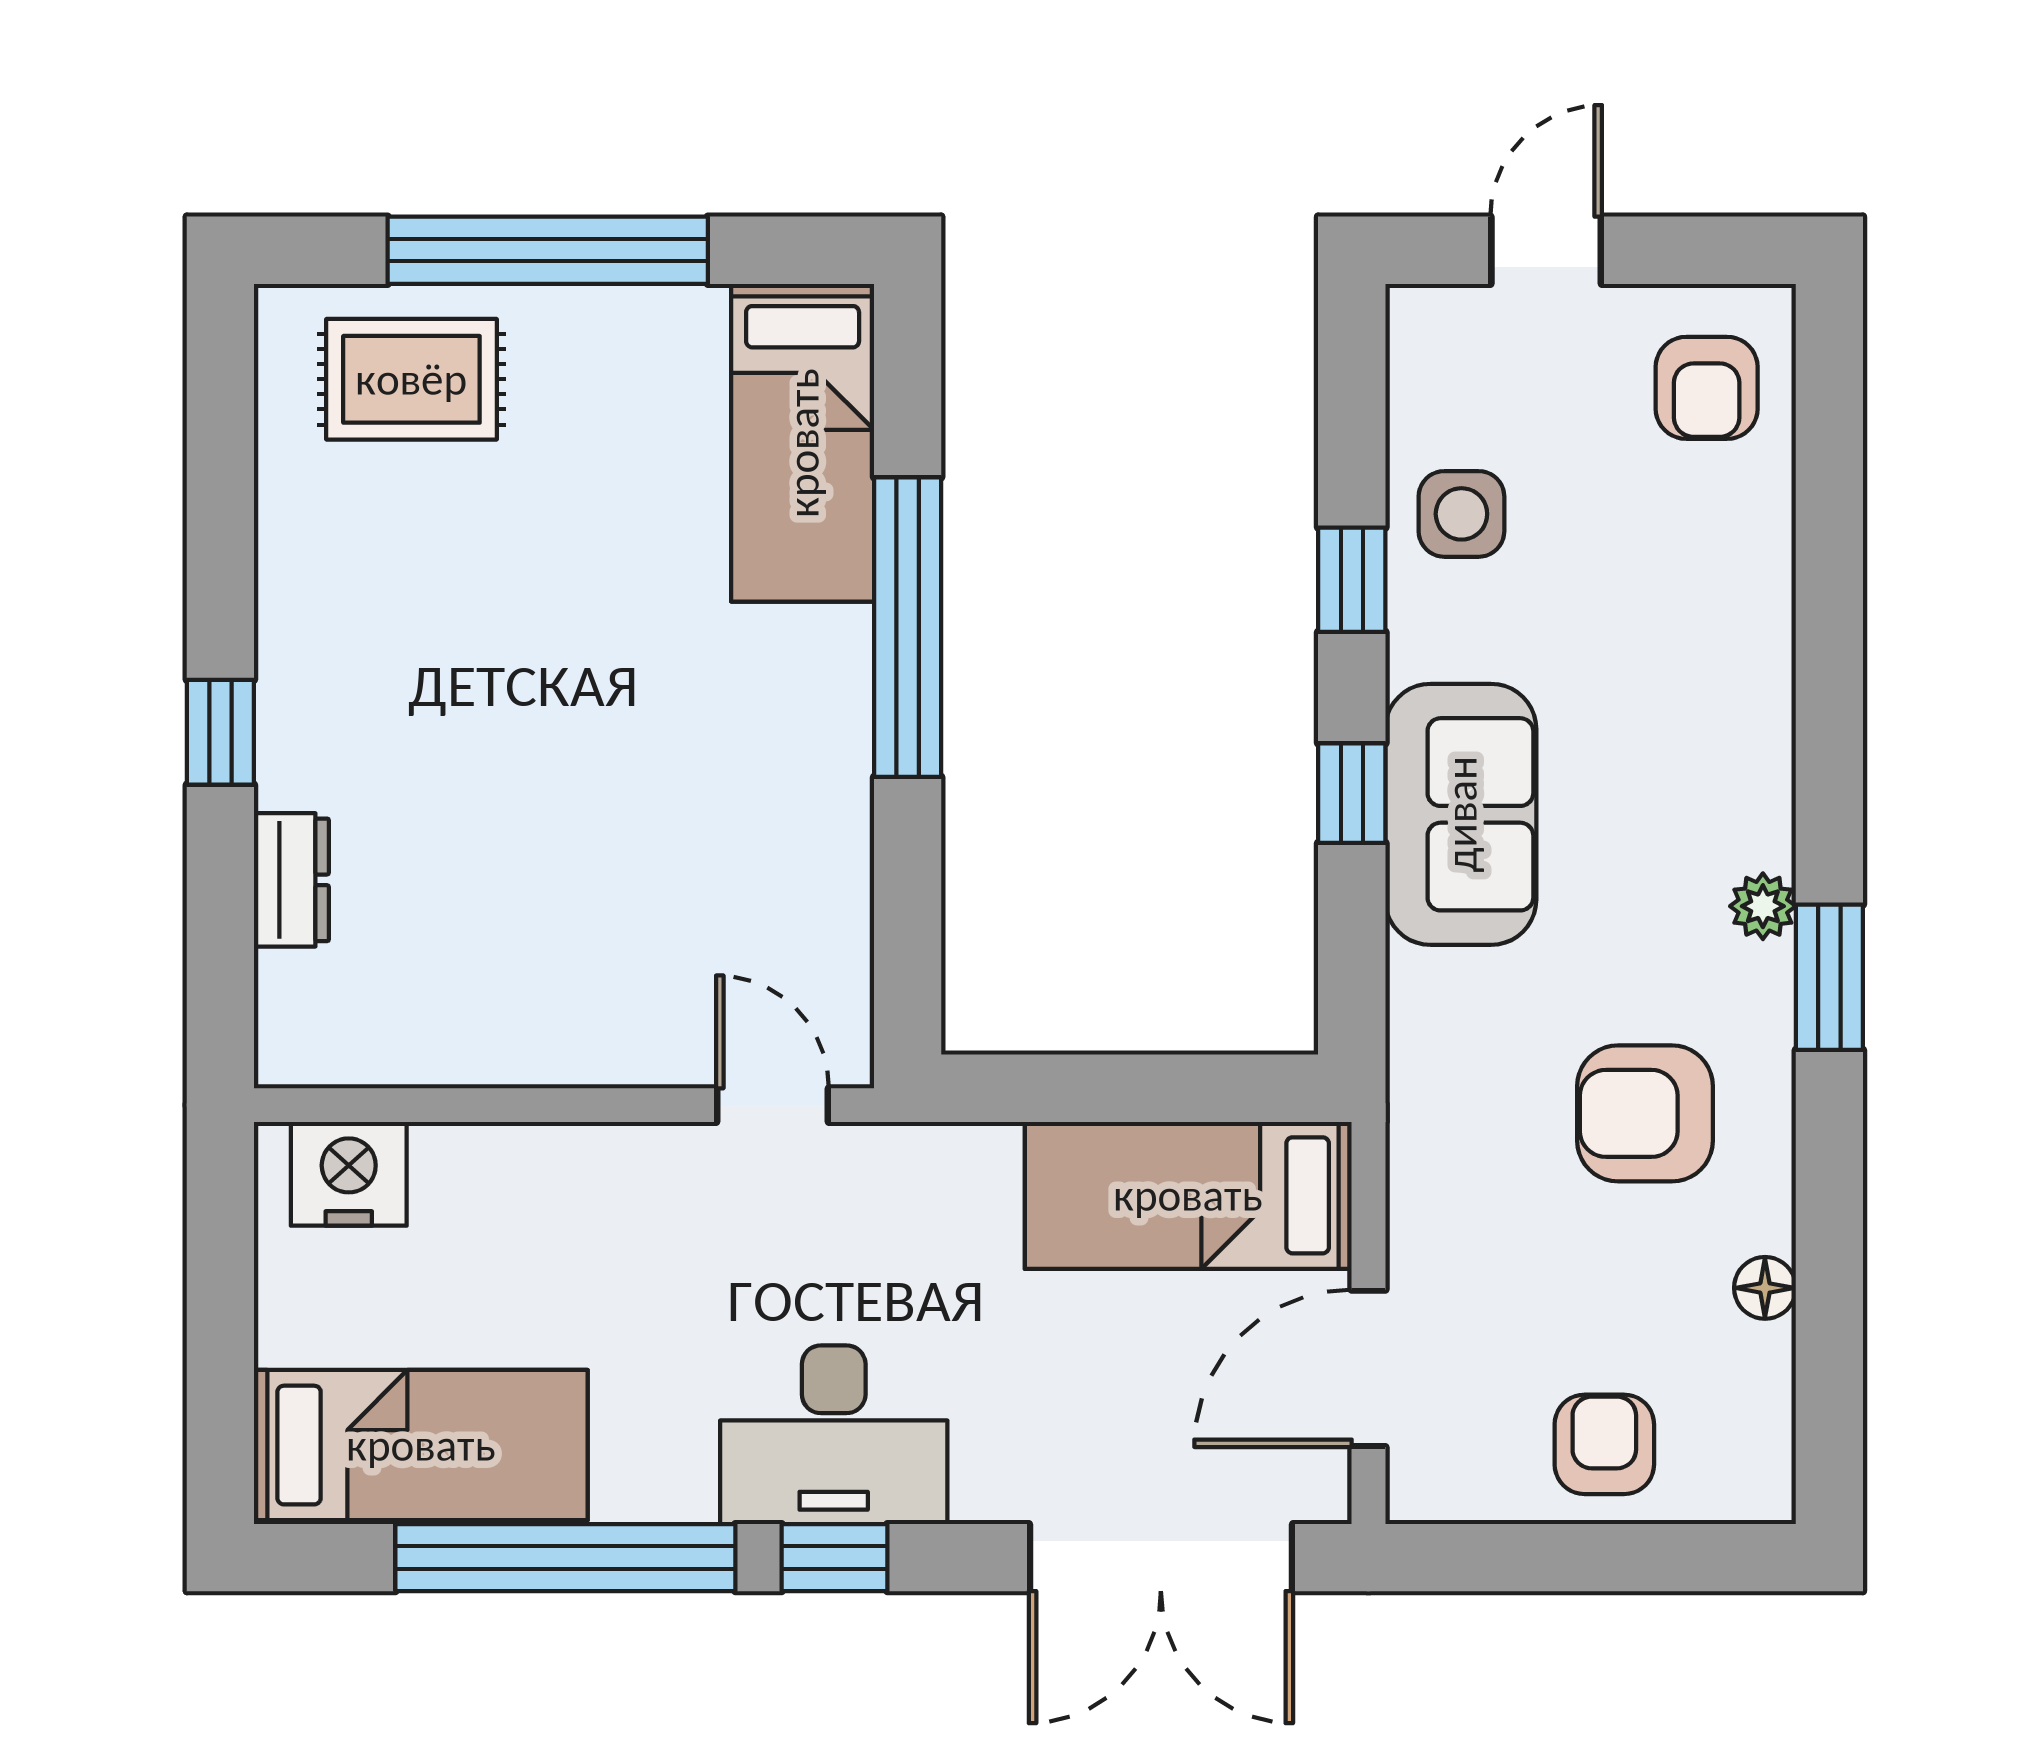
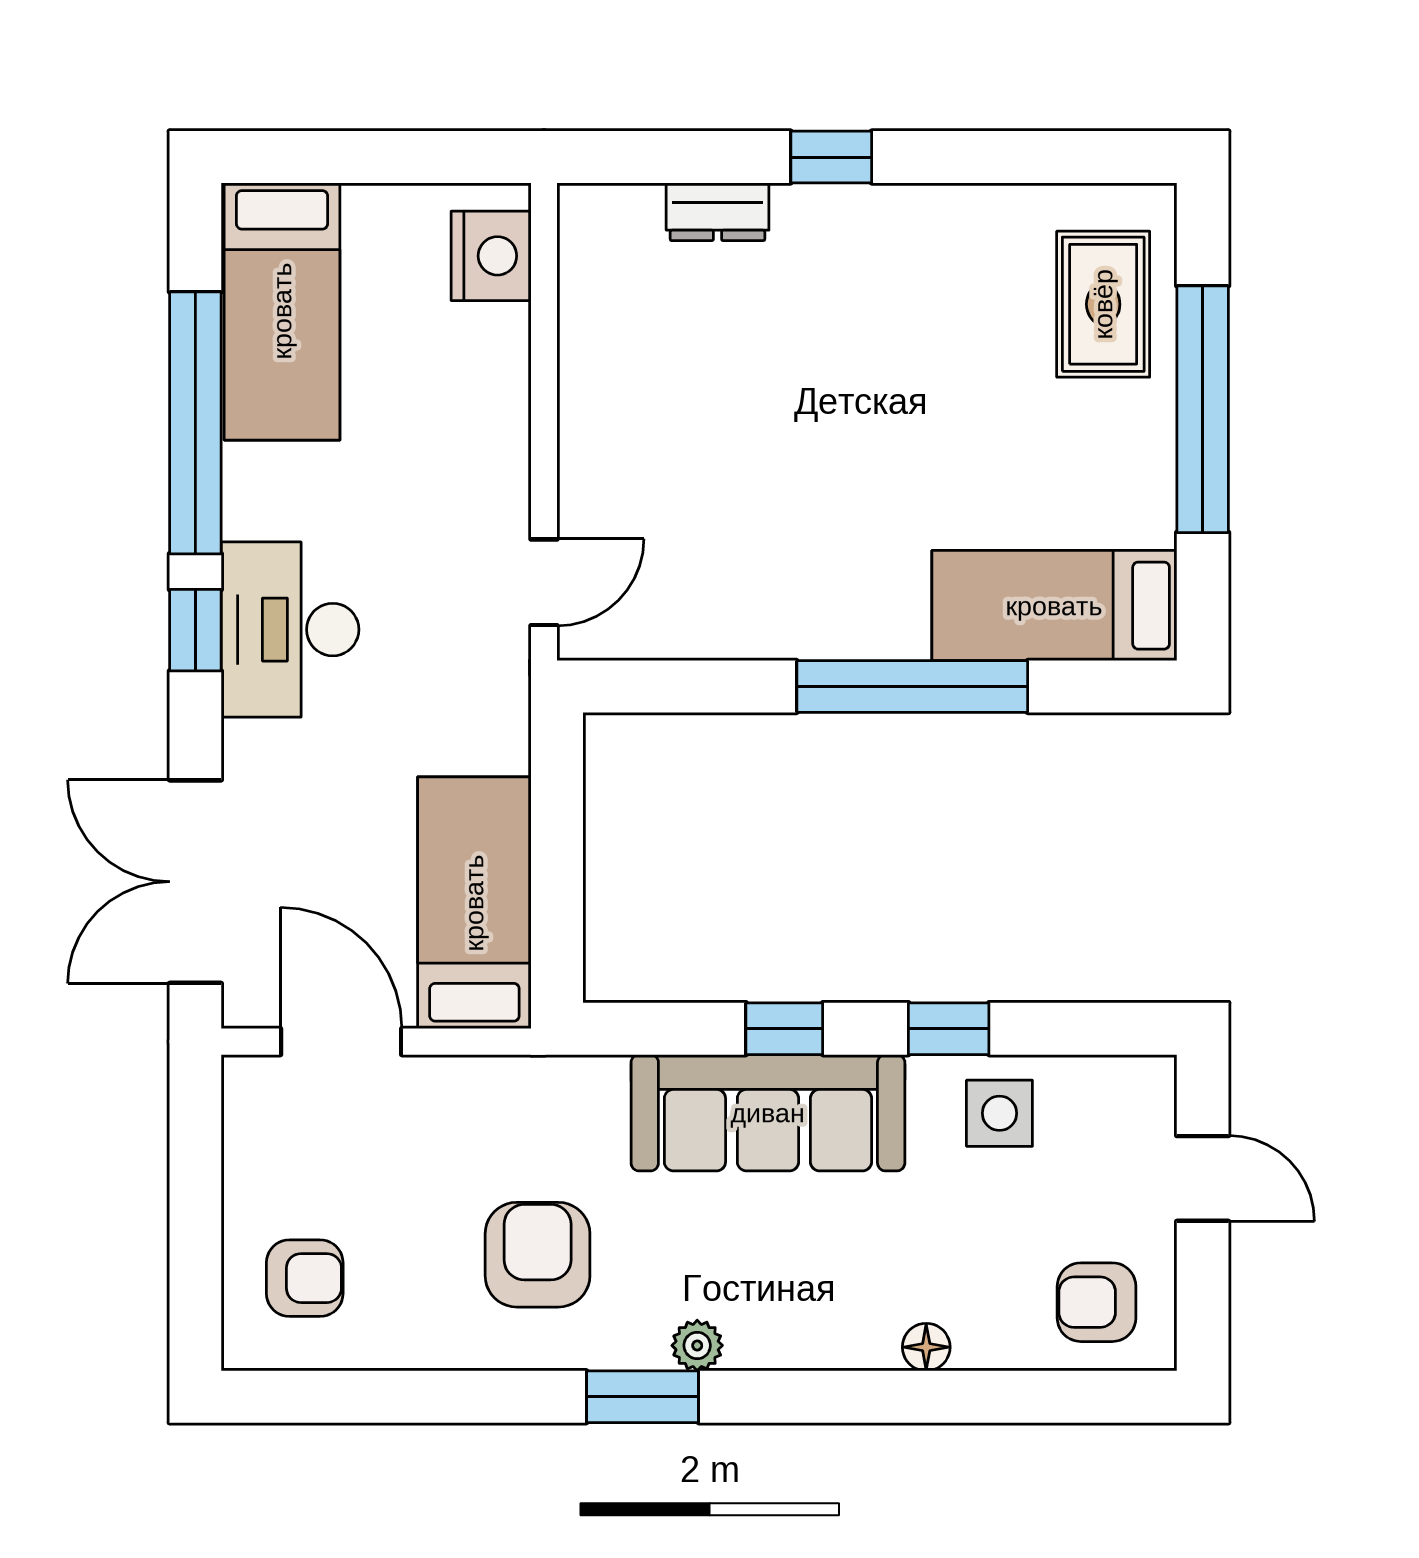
sofa: (1461, 814) -> (768, 1113), width x1.36
floor lamp: (1765, 1288) -> (926, 1347), moved
armchair: (1604, 1444) -> (305, 1278), moved

